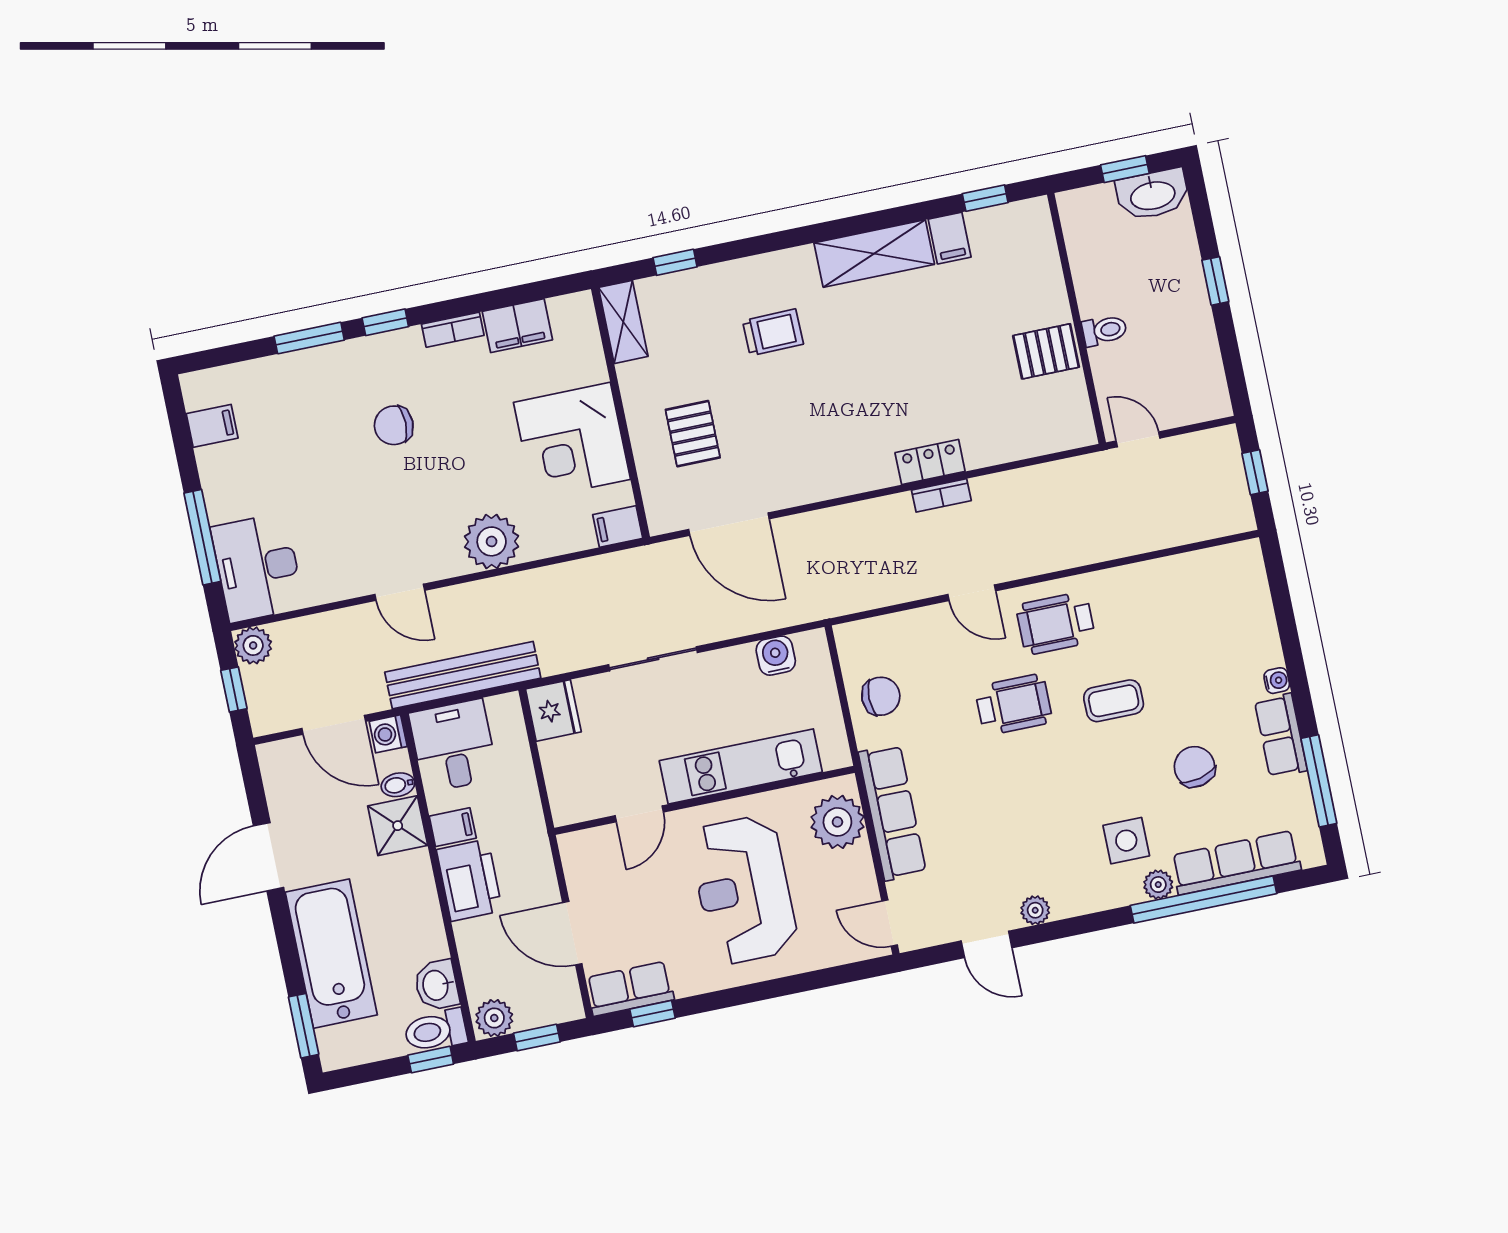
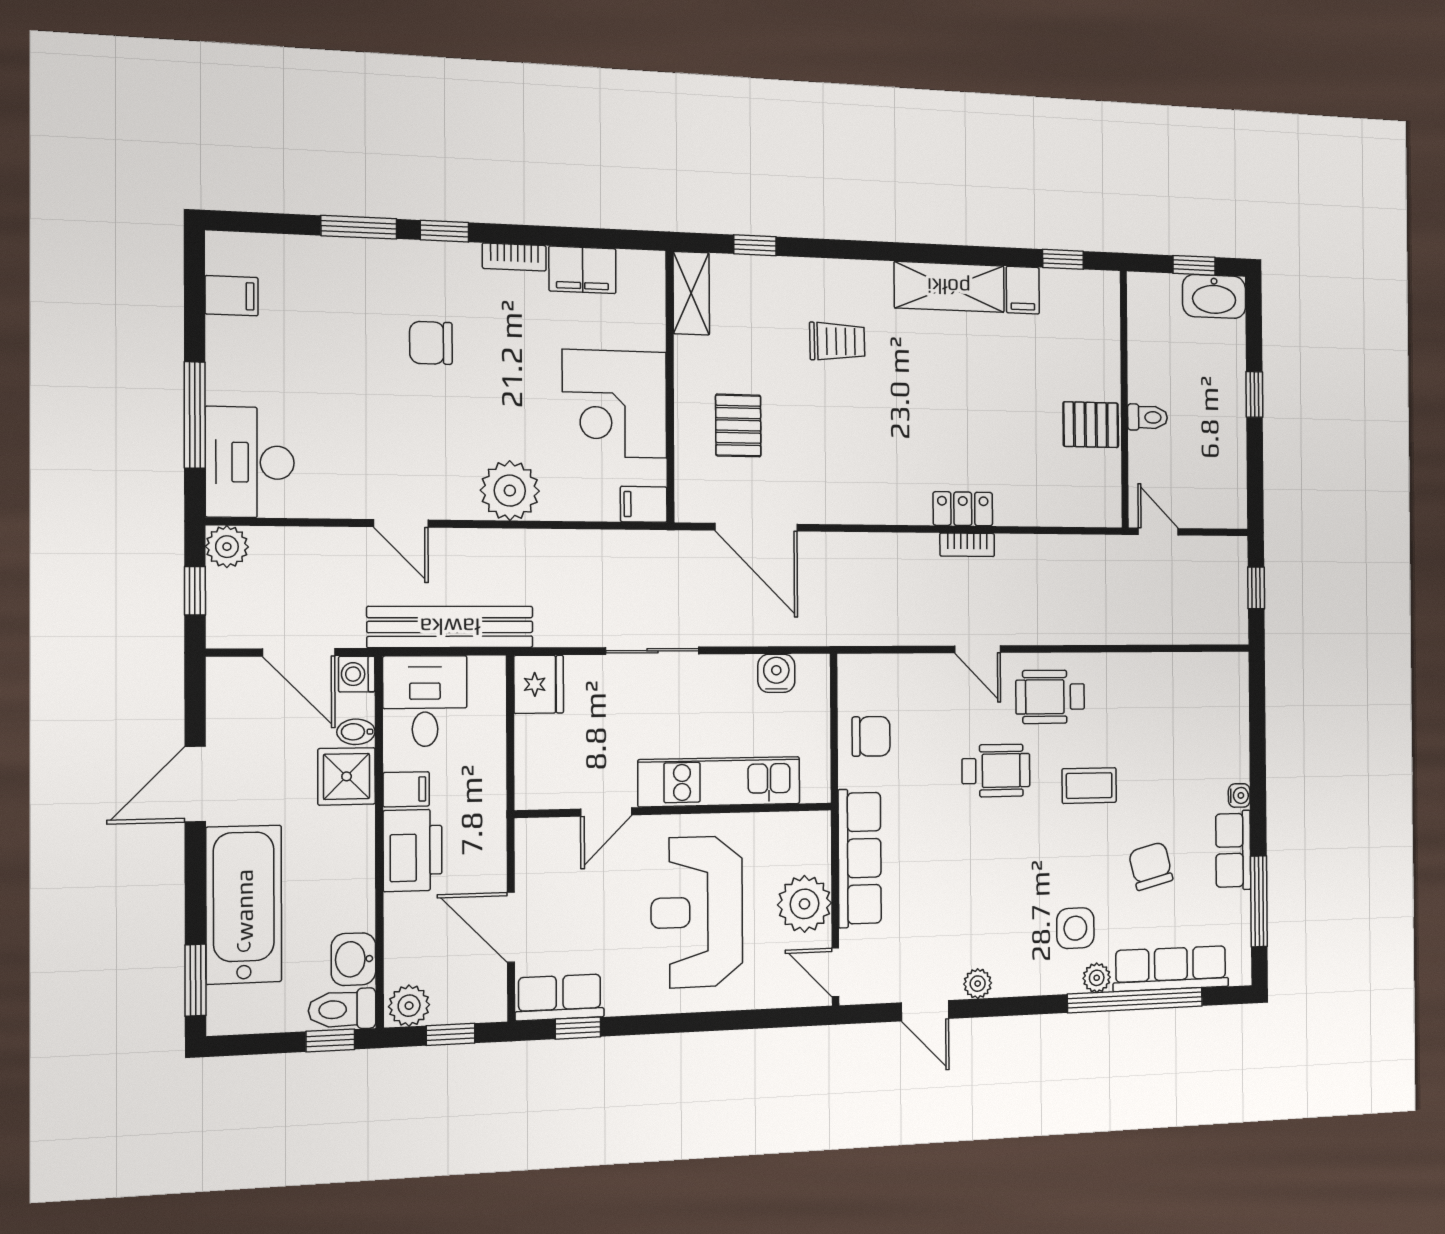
plant: (837, 822) -> (804, 904), moved

